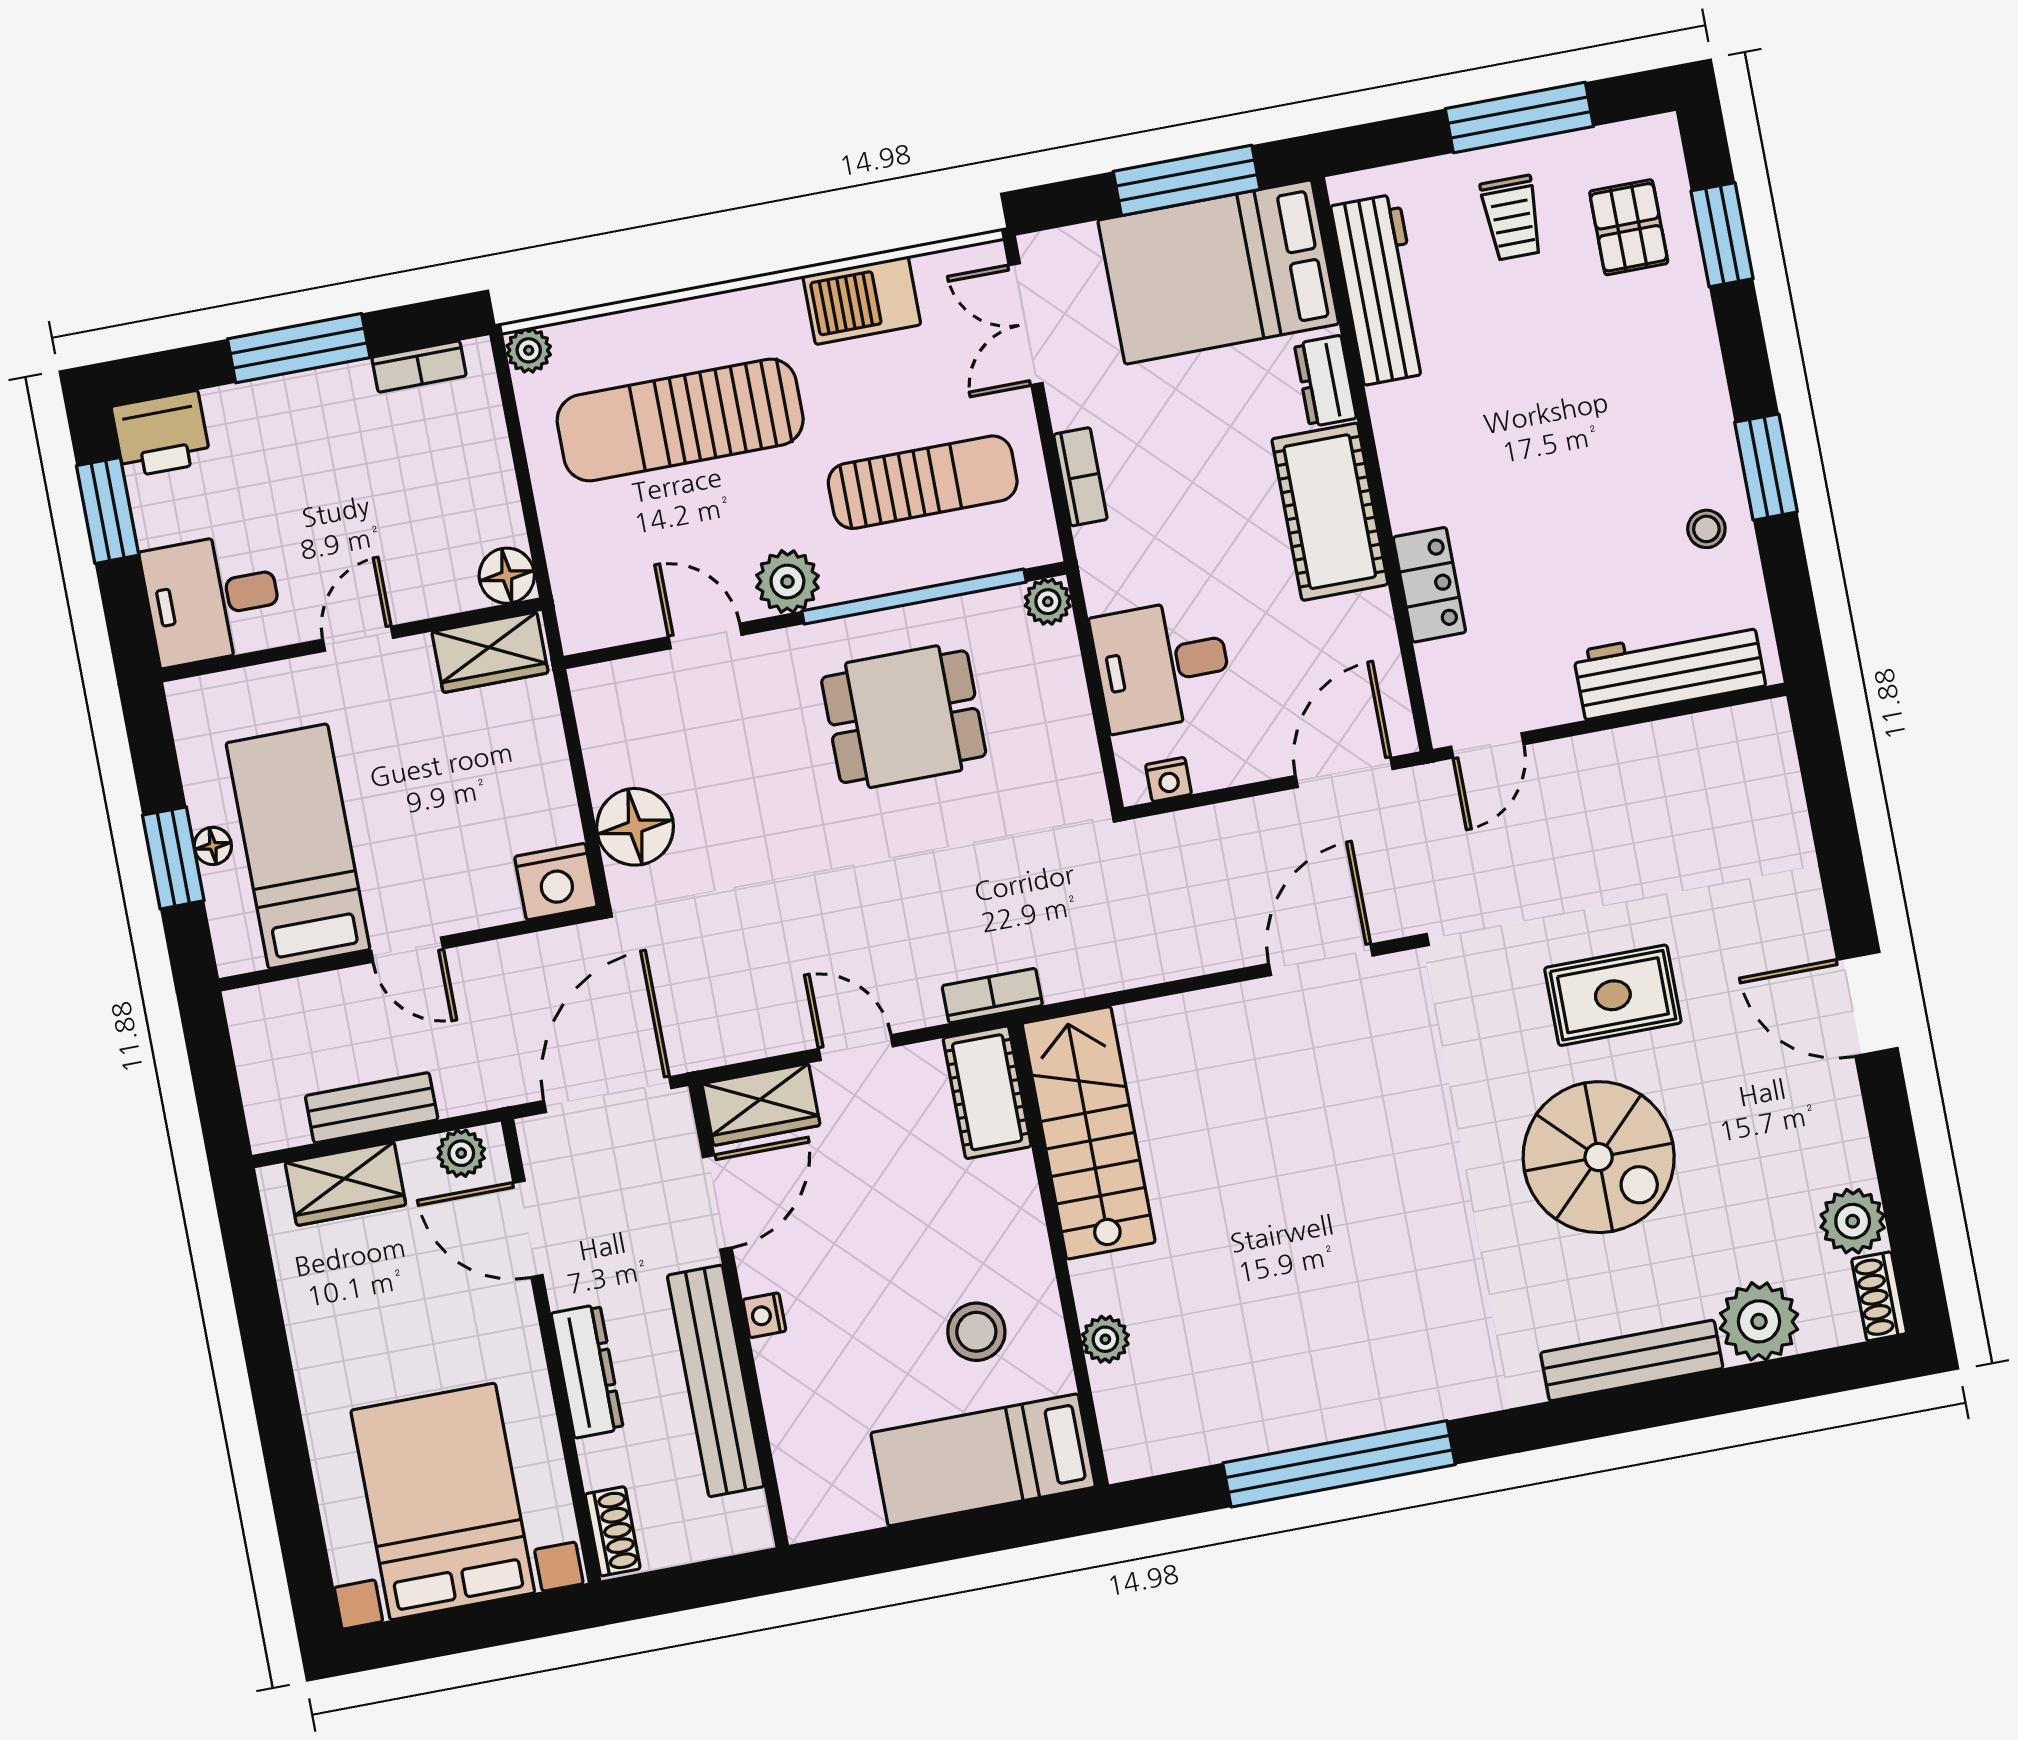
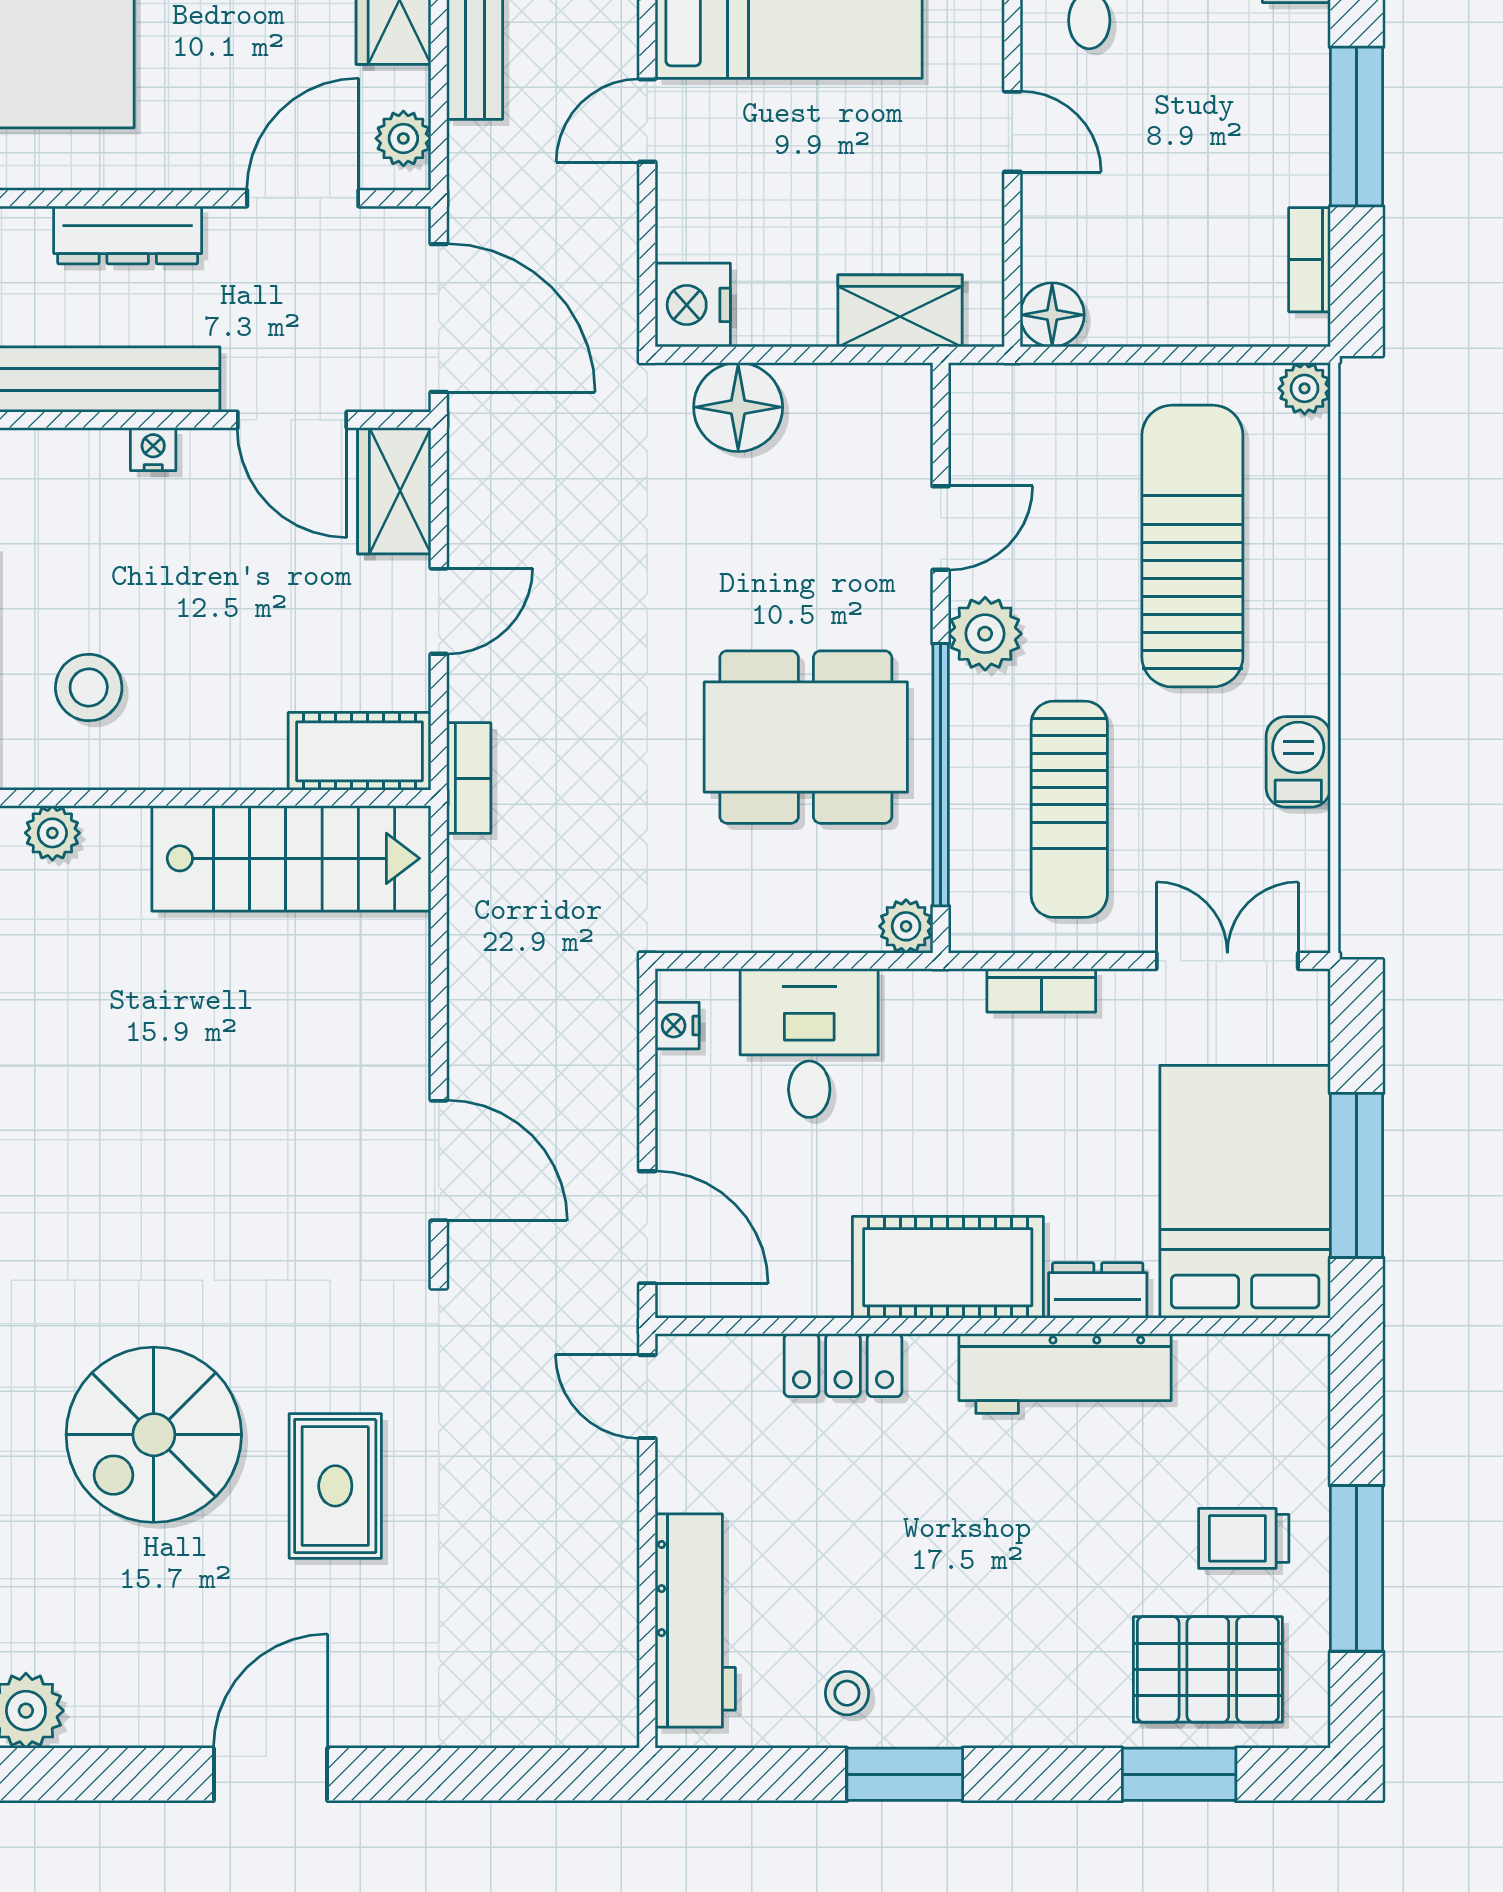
pallet: (1629, 227) -> (1208, 1669), width x1.50, depth x1.42
workbench: (1381, 289) -> (1065, 1374), moved
barbecue: (862, 300) -> (1298, 762), width x0.73, depth x0.79
wardrobe: (490, 652) -> (900, 311), moved, turned 90
dining table: (904, 717) -> (806, 737), width x1.38

